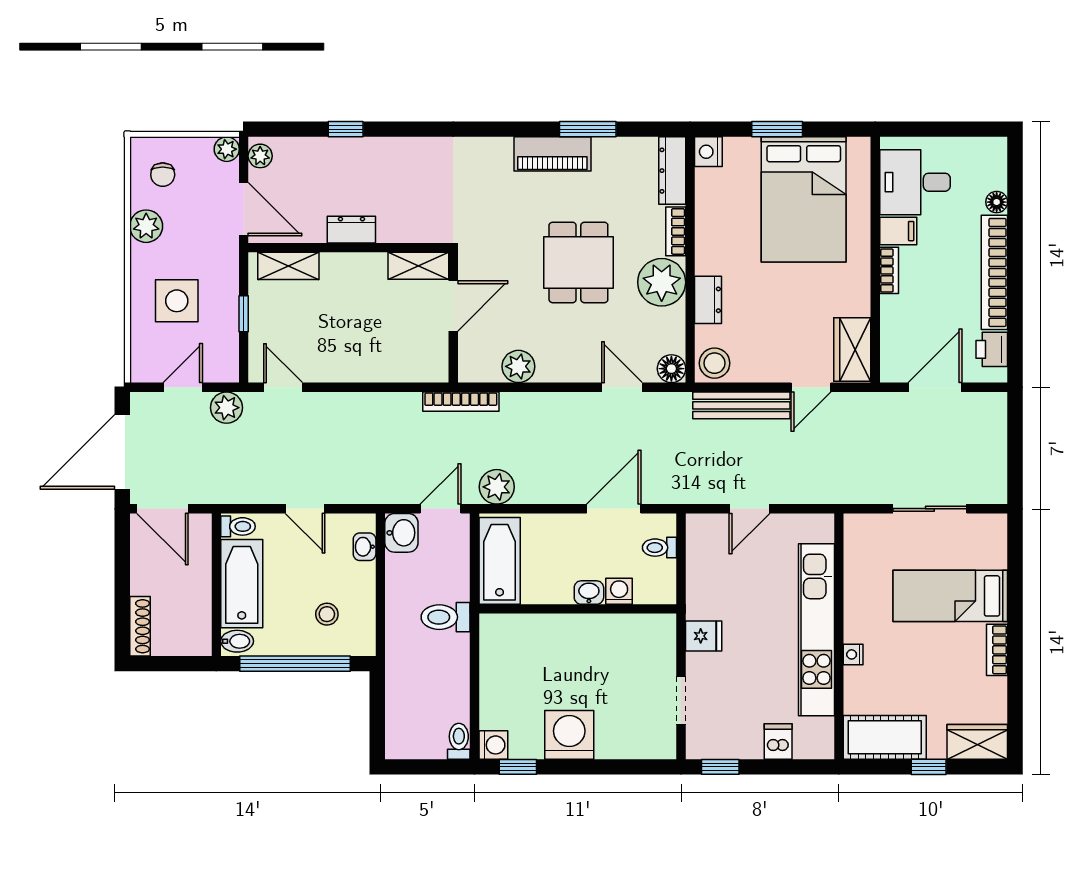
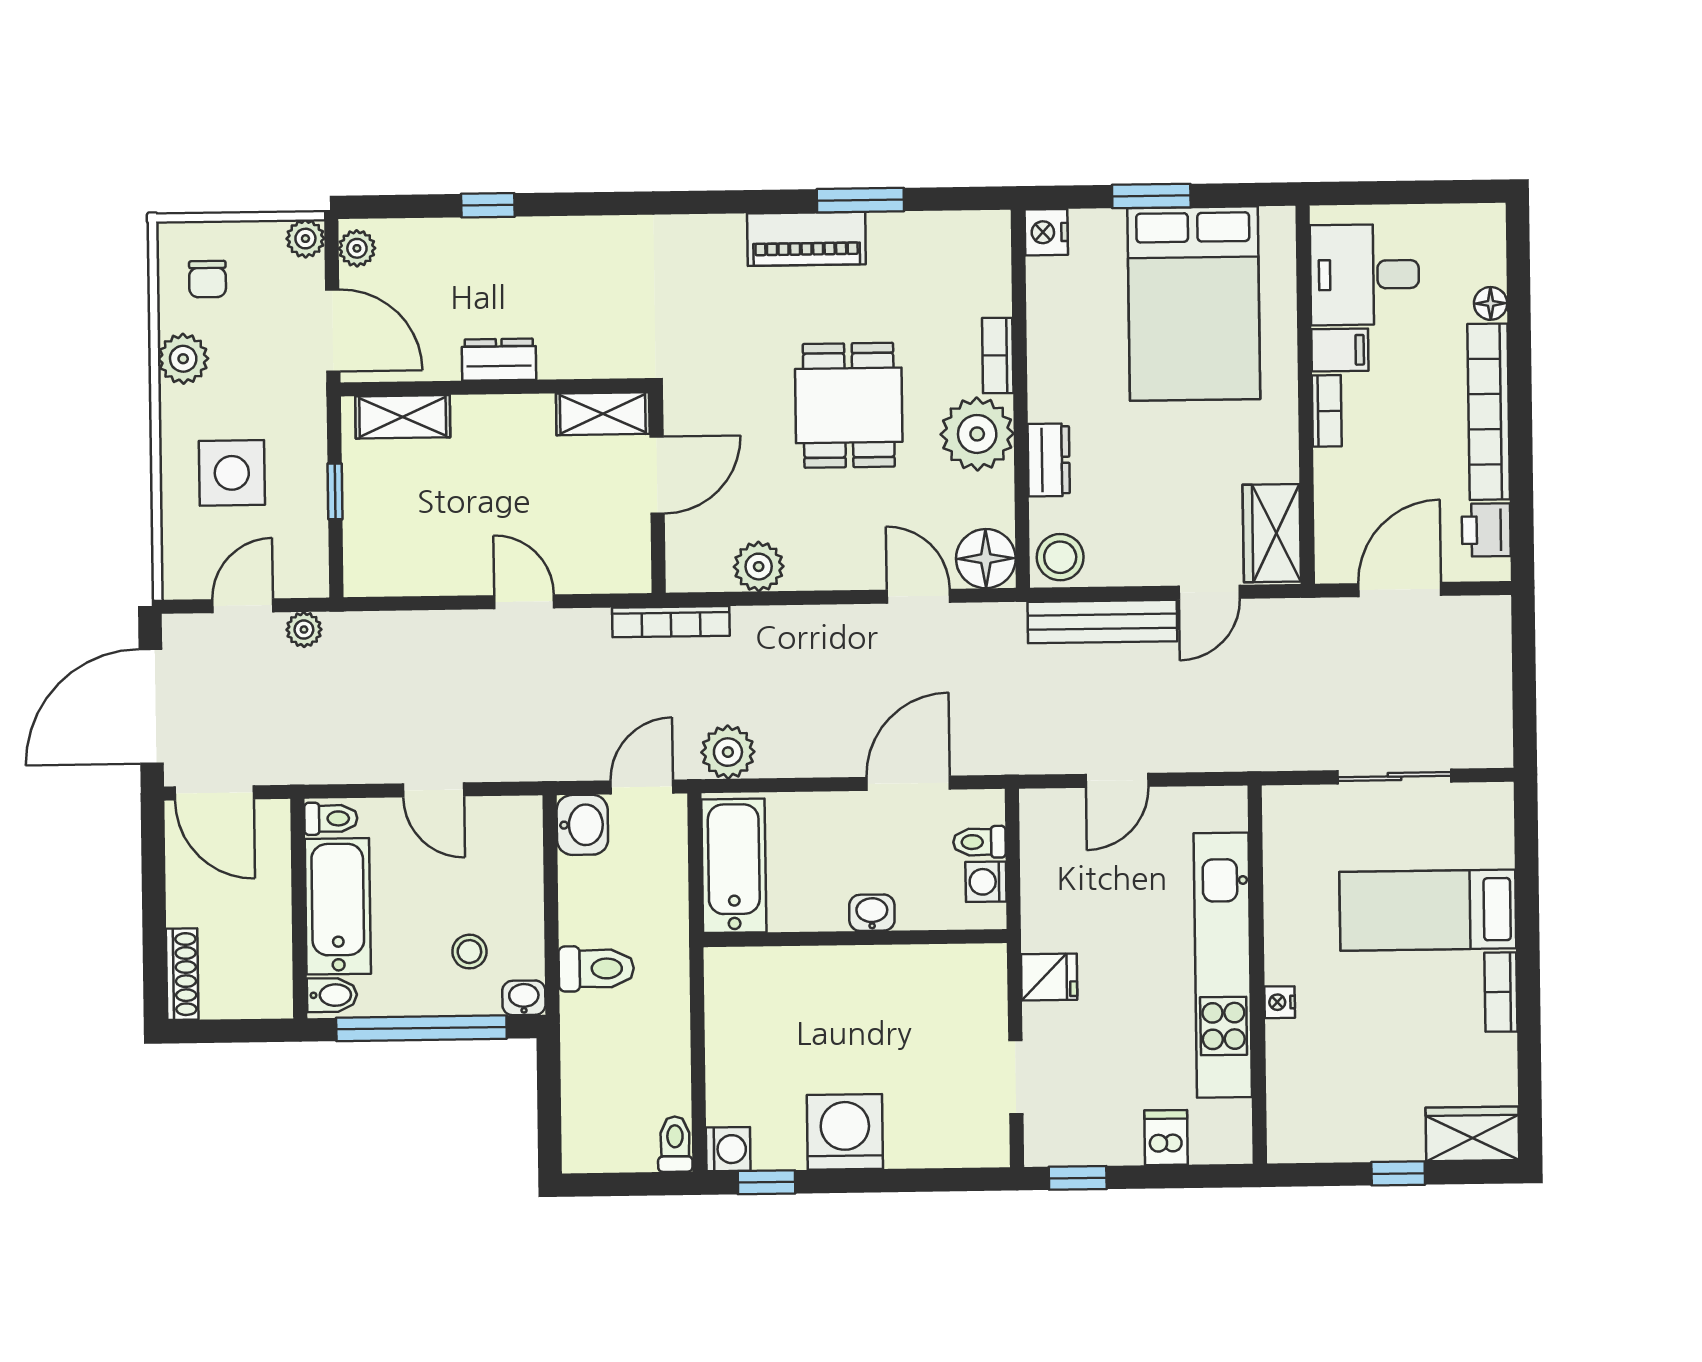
dresser: (672, 171) -> (991, 262), removed
floor lamp: (671, 369) -> (986, 559), width x1.38, depth x1.38
door: (283, 387) -> (524, 602), moved
plant: (227, 408) -> (304, 630), width x0.73, depth x0.73
washbasin: (365, 547) -> (524, 998), moved, turned 90
washing machine: (619, 591) -> (986, 882), moved, turned -90
toilet: (446, 617) -> (596, 969), moved, turned 180
cot: (885, 737) -> (1330, 1129), removed

